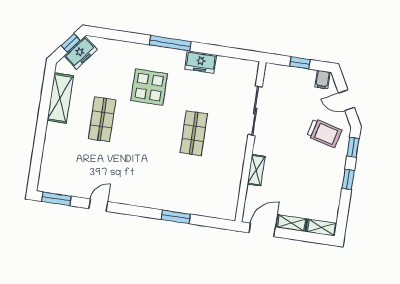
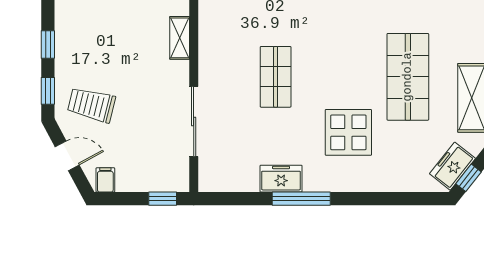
window: (170, 43) -> (301, 199), moved
window: (300, 63) -> (163, 199), moved
shop shelf: (102, 119) -> (408, 77), width x1.43, depth x1.36

